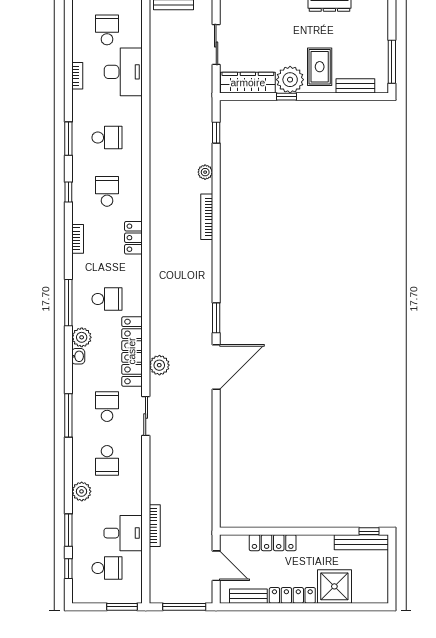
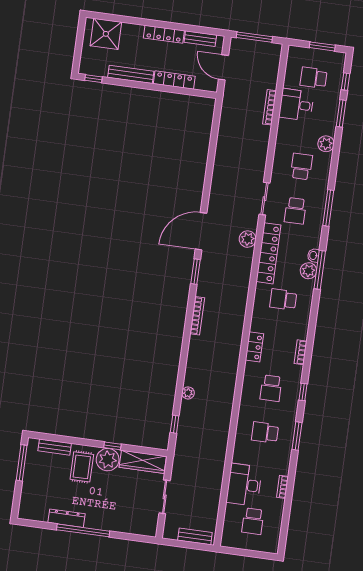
bookcase: (207, 217) -> (197, 316), moved
window: (68, 303) -> (320, 270), moved
bench: (361, 542) -> (131, 74), moved
shower: (334, 586) -> (106, 34), moved
window: (122, 607) -> (322, 46), moved

